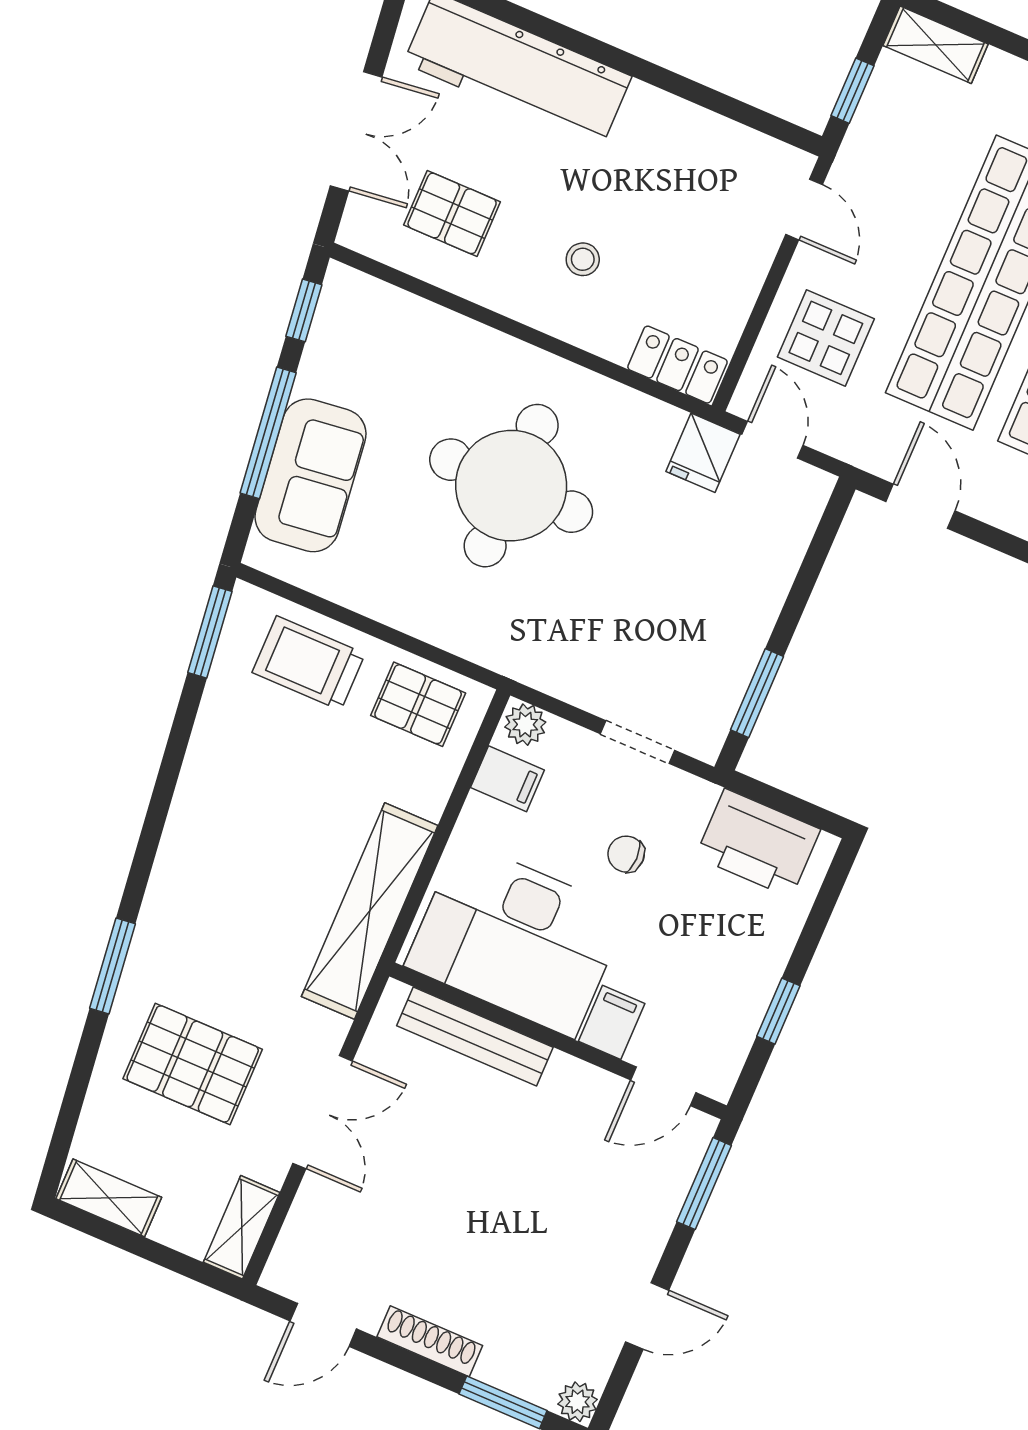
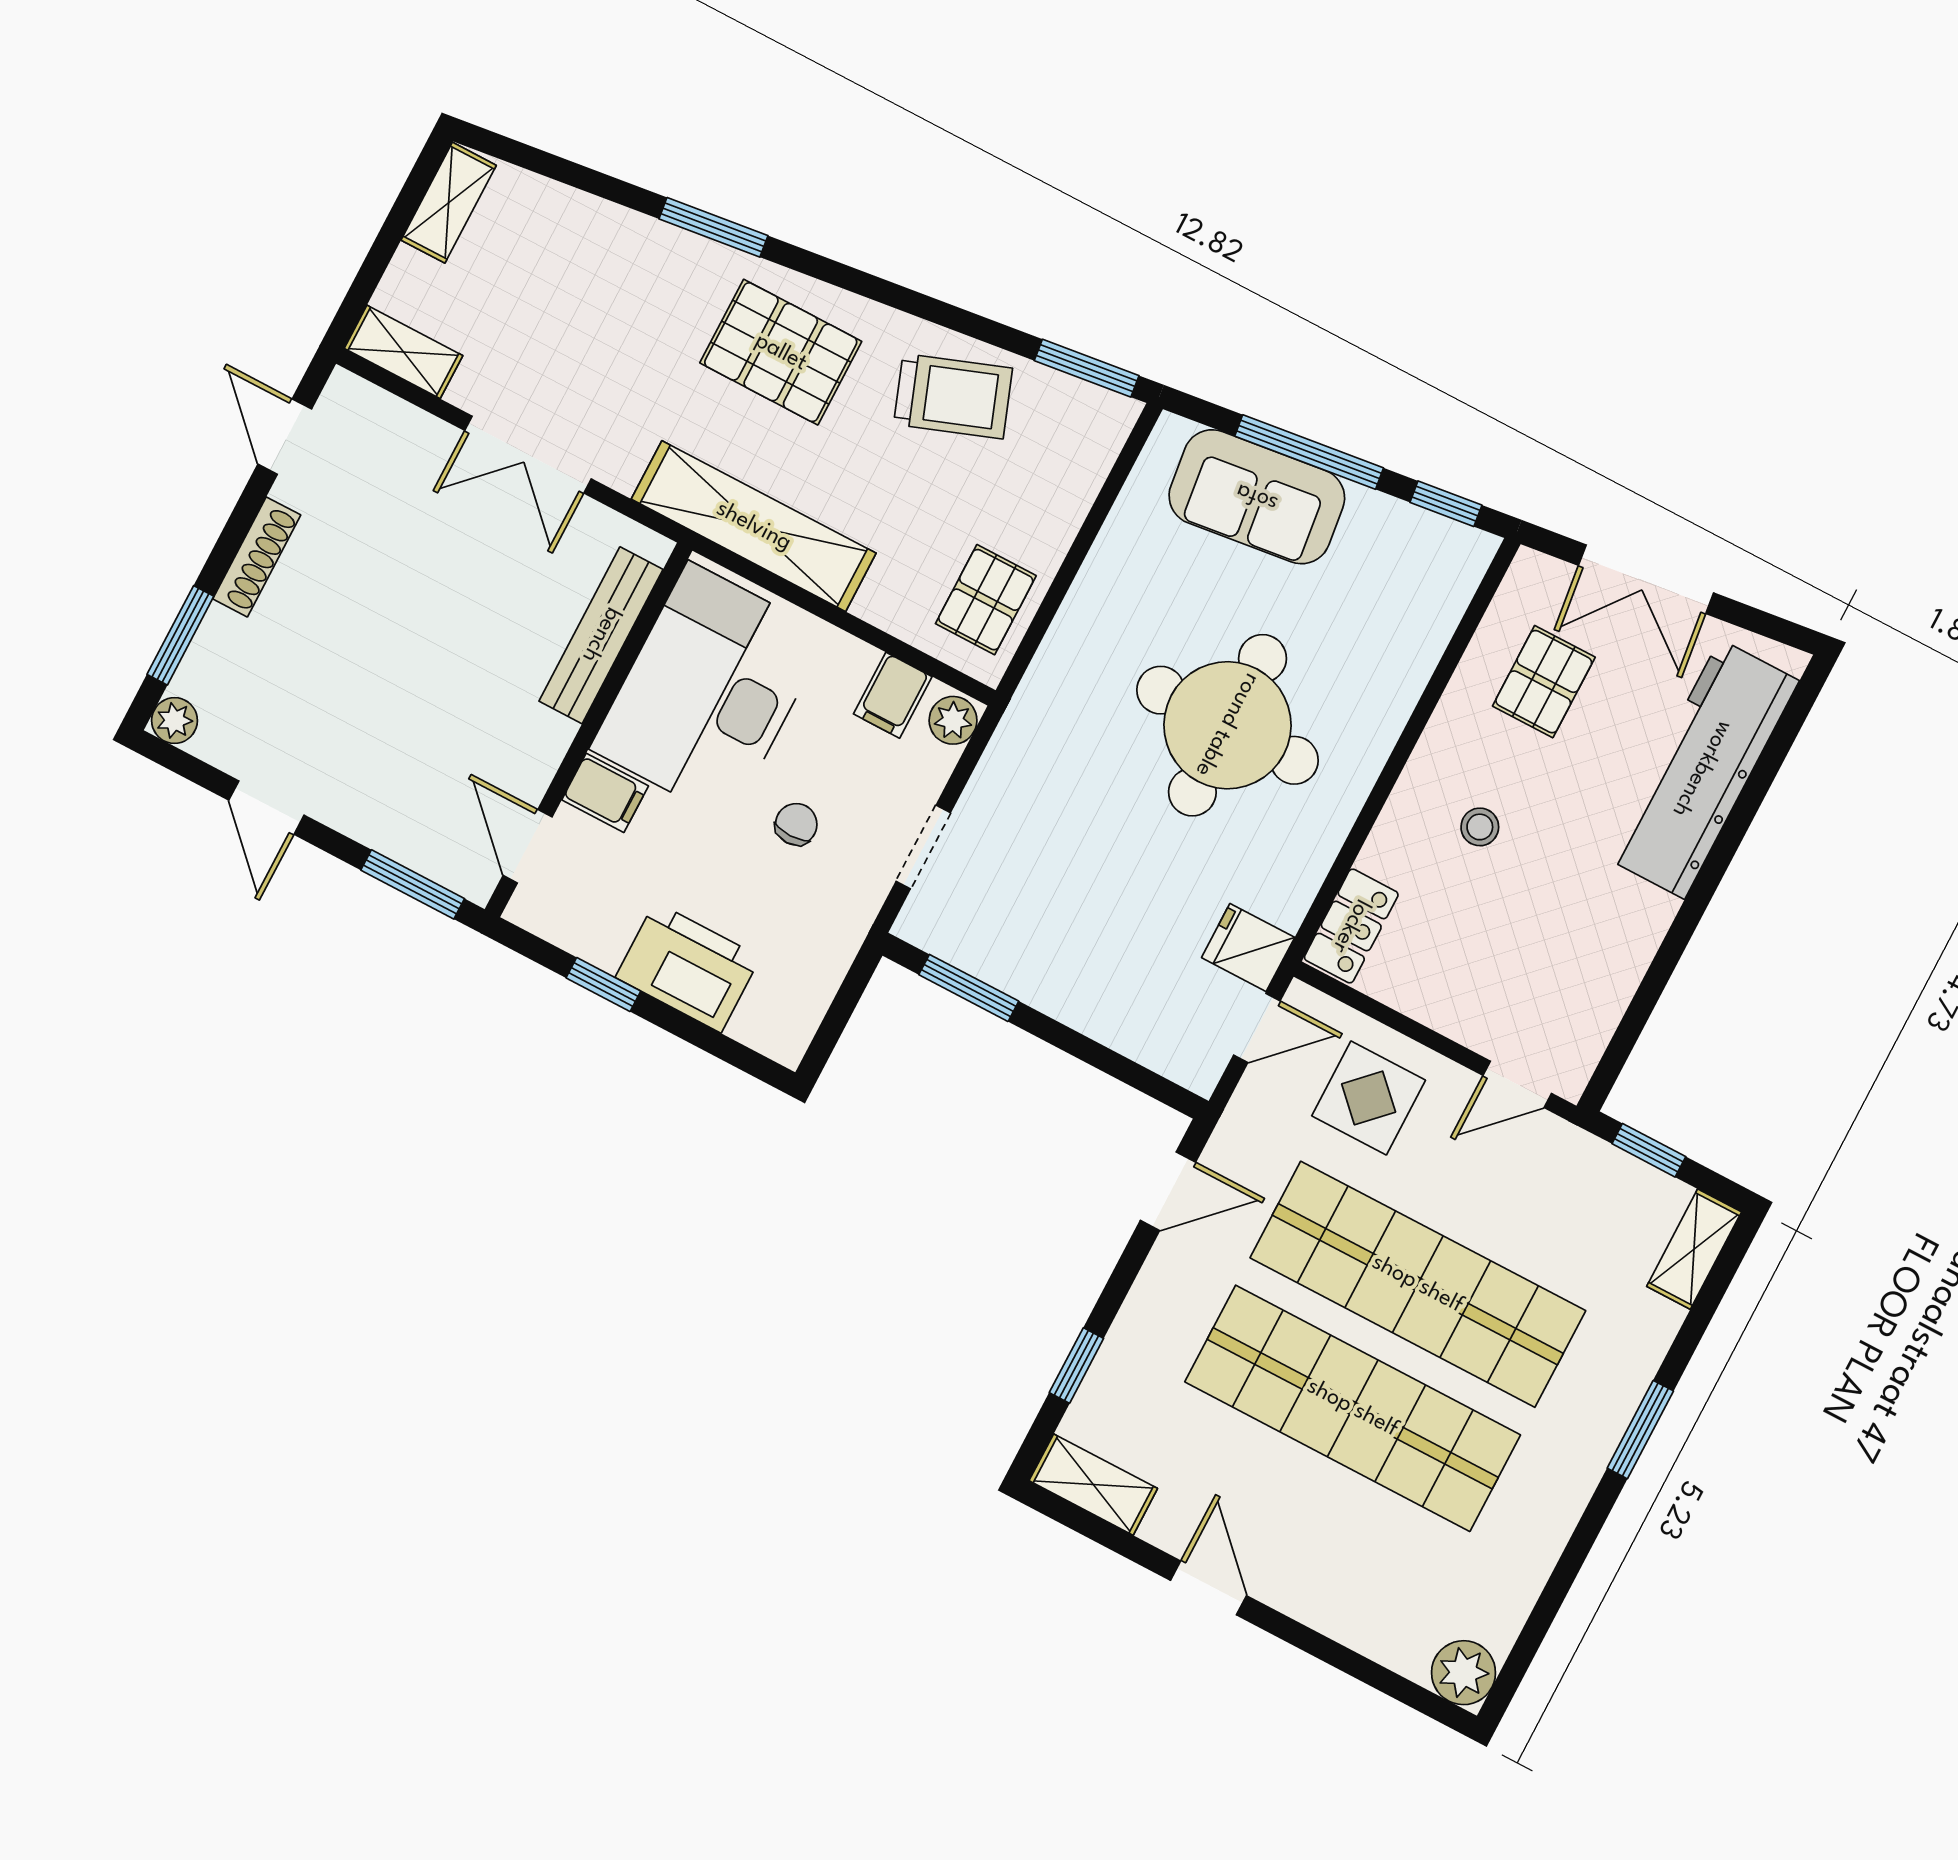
trolley: (309, 663) -> (953, 396), moved, turned 70
printer: (758, 843) -> (688, 967), moved, turned 90
pallet: (193, 1064) -> (781, 352), moved, turned 90

